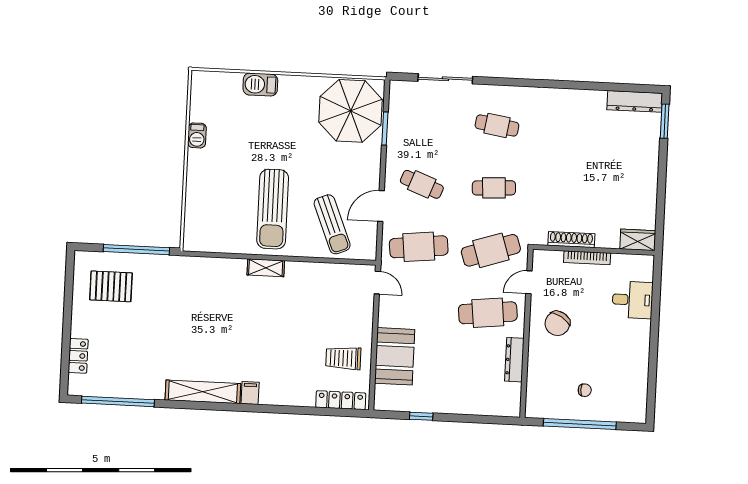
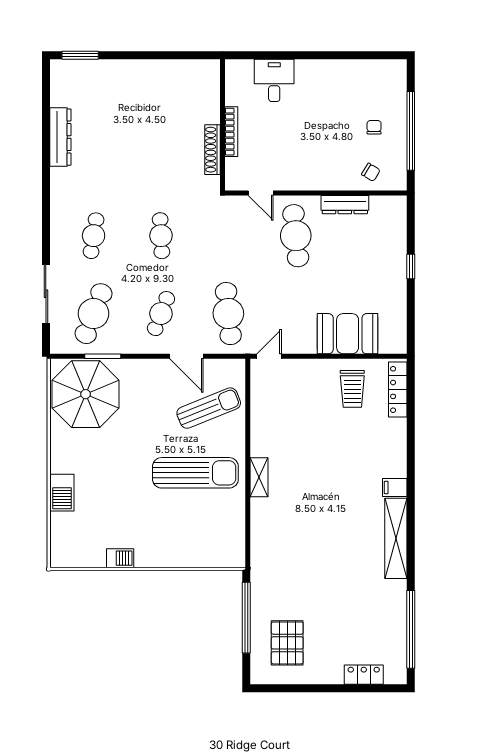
dresser: (635, 101) -> (60, 137), moved
wardrobe: (638, 240) -> (209, 78), removed
cafe table: (491, 250) -> (94, 314), moved, turned 39
chair: (557, 323) -> (371, 172), moved, width x0.54, depth x0.54
window: (421, 416) -> (411, 267), moved

